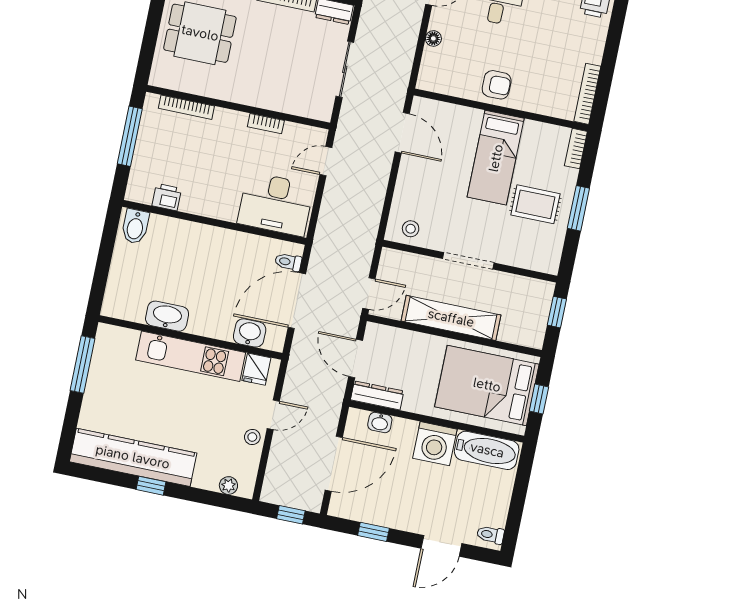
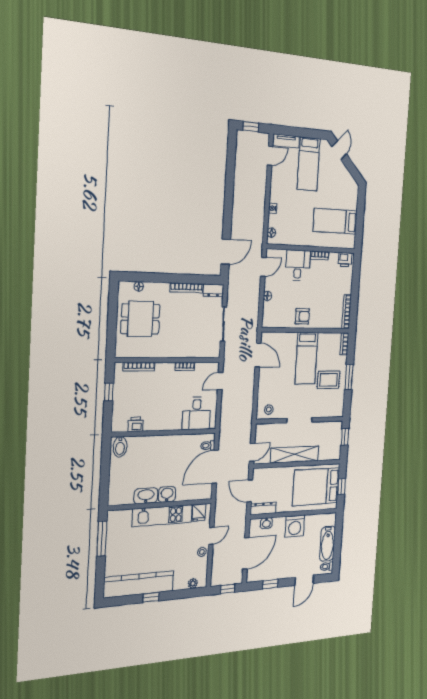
window: (130, 136) -> (109, 392), width x0.46
desk: (276, 204) -> (197, 413), width x0.73
washbasin: (250, 333) -> (167, 494), moved
bathtub: (487, 450) -> (327, 544), moved, turned 90

